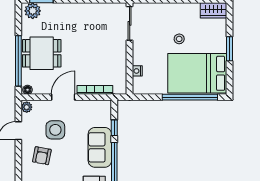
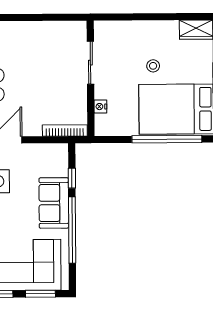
sliding door: (130, 23) -> (90, 63), moved
bookcase: (95, 90) -> (65, 130), moved

